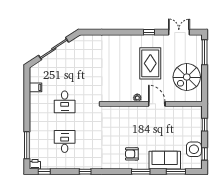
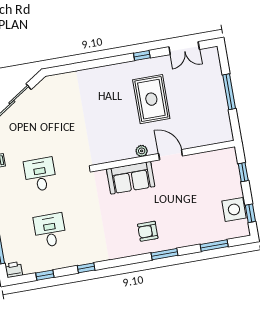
double door: (179, 32) -> (184, 48), swing flipped
window: (205, 52) -> (229, 92), moved
spiral stairs: (187, 77) -> (206, 109), removed
desk: (65, 102) -> (40, 175), turned 180
sofa: (165, 160) -> (131, 178), moved, turned 180
window: (44, 172) -> (45, 275), moved

